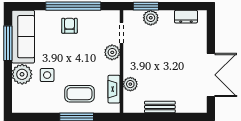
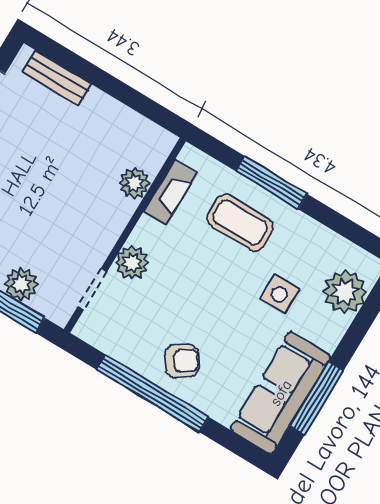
armchair: (69, 26) -> (182, 361), turned -125
plant: (22, 74) -> (345, 292), moved
bench: (160, 107) -> (57, 78), moved

